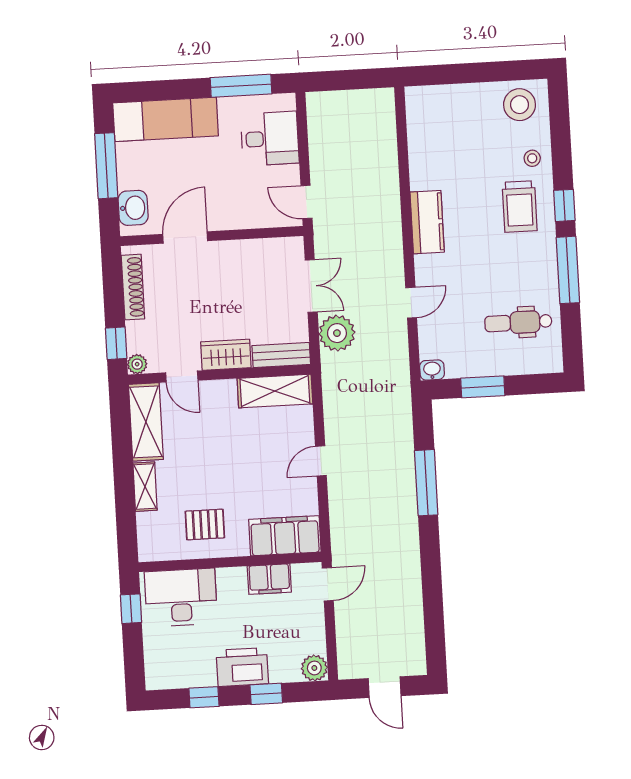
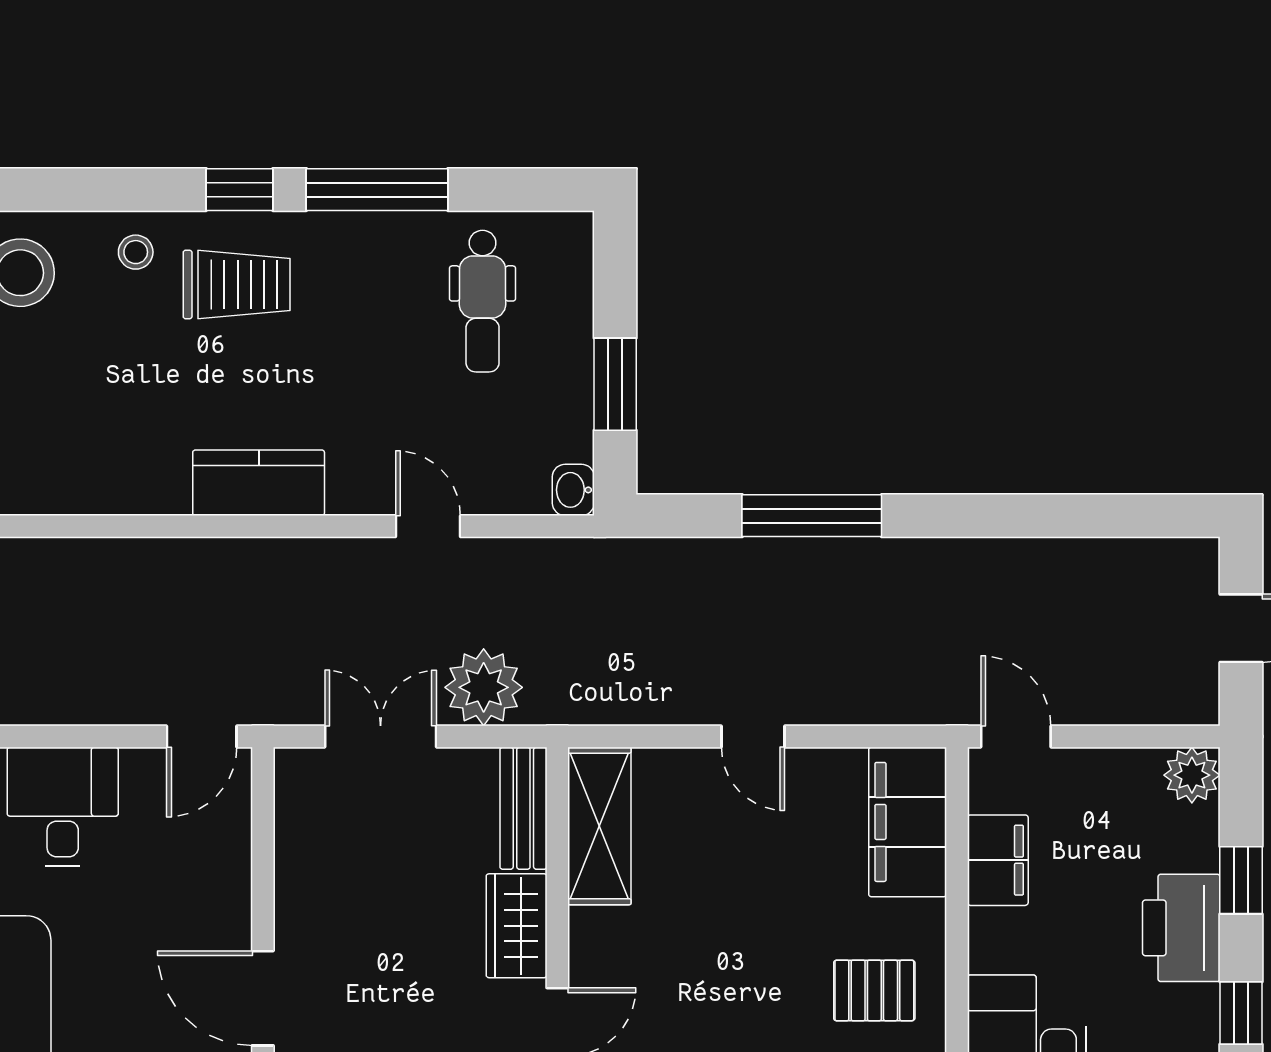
pallet: (205, 524) -> (874, 990), turned 90

